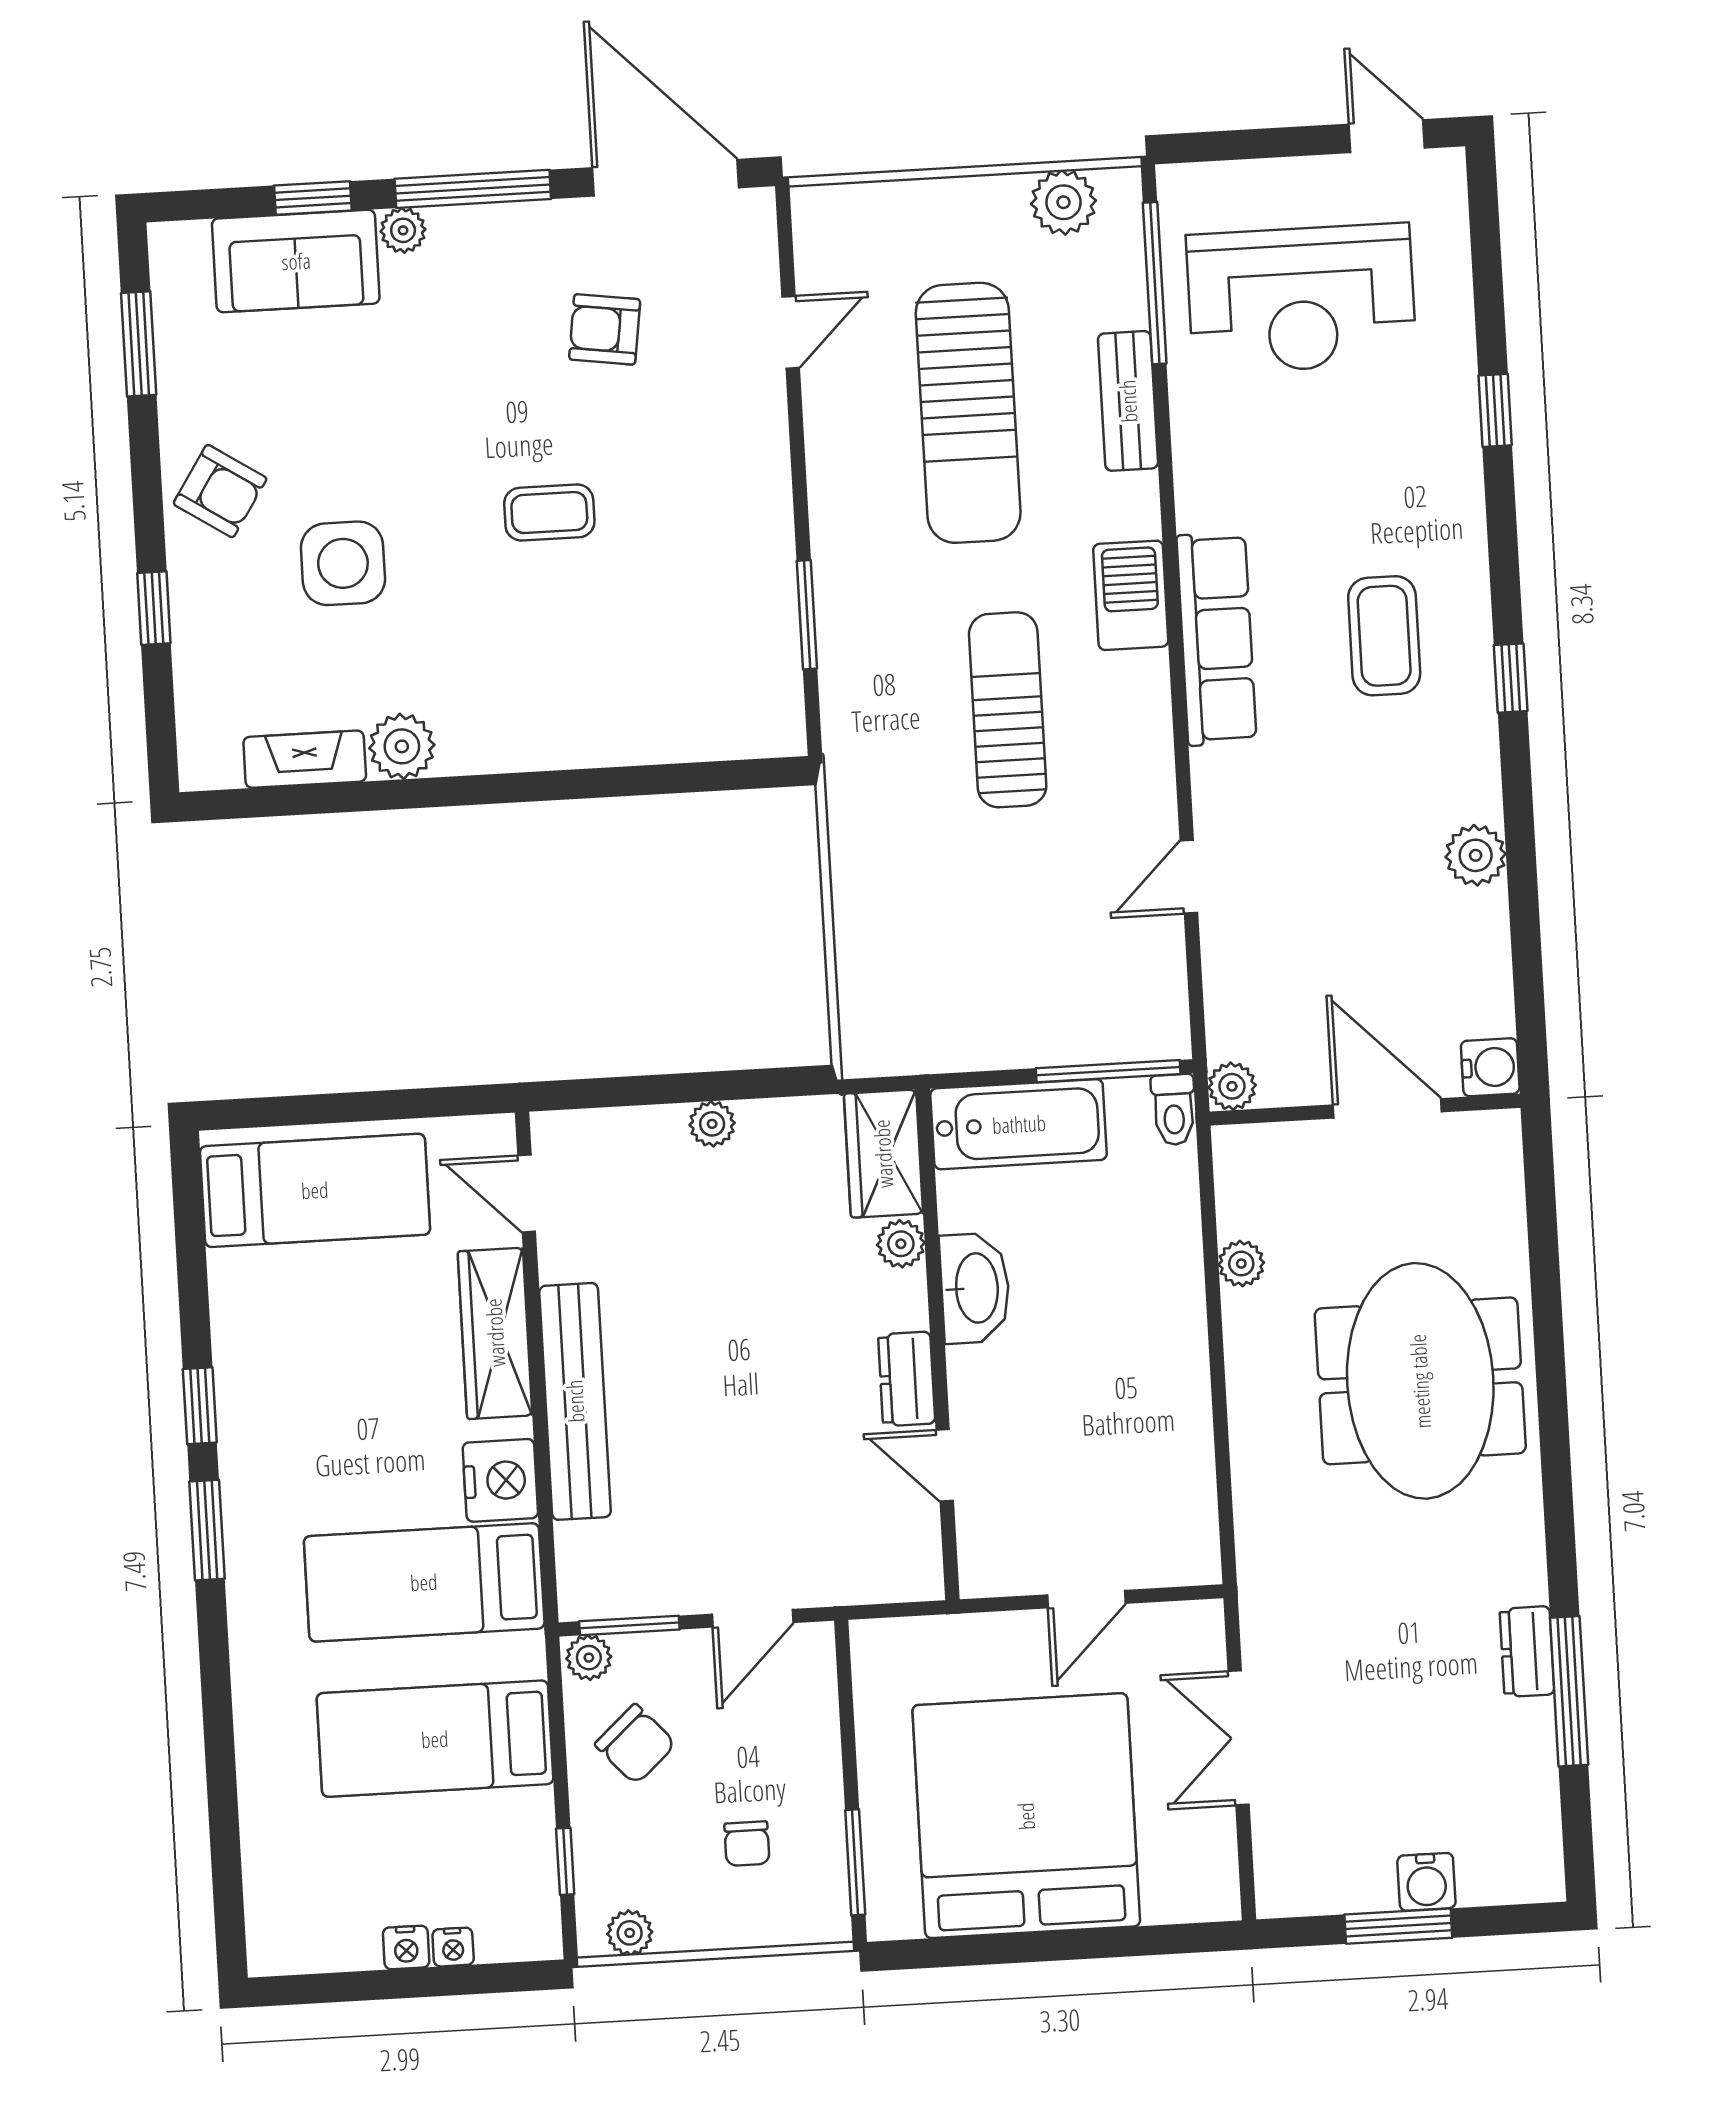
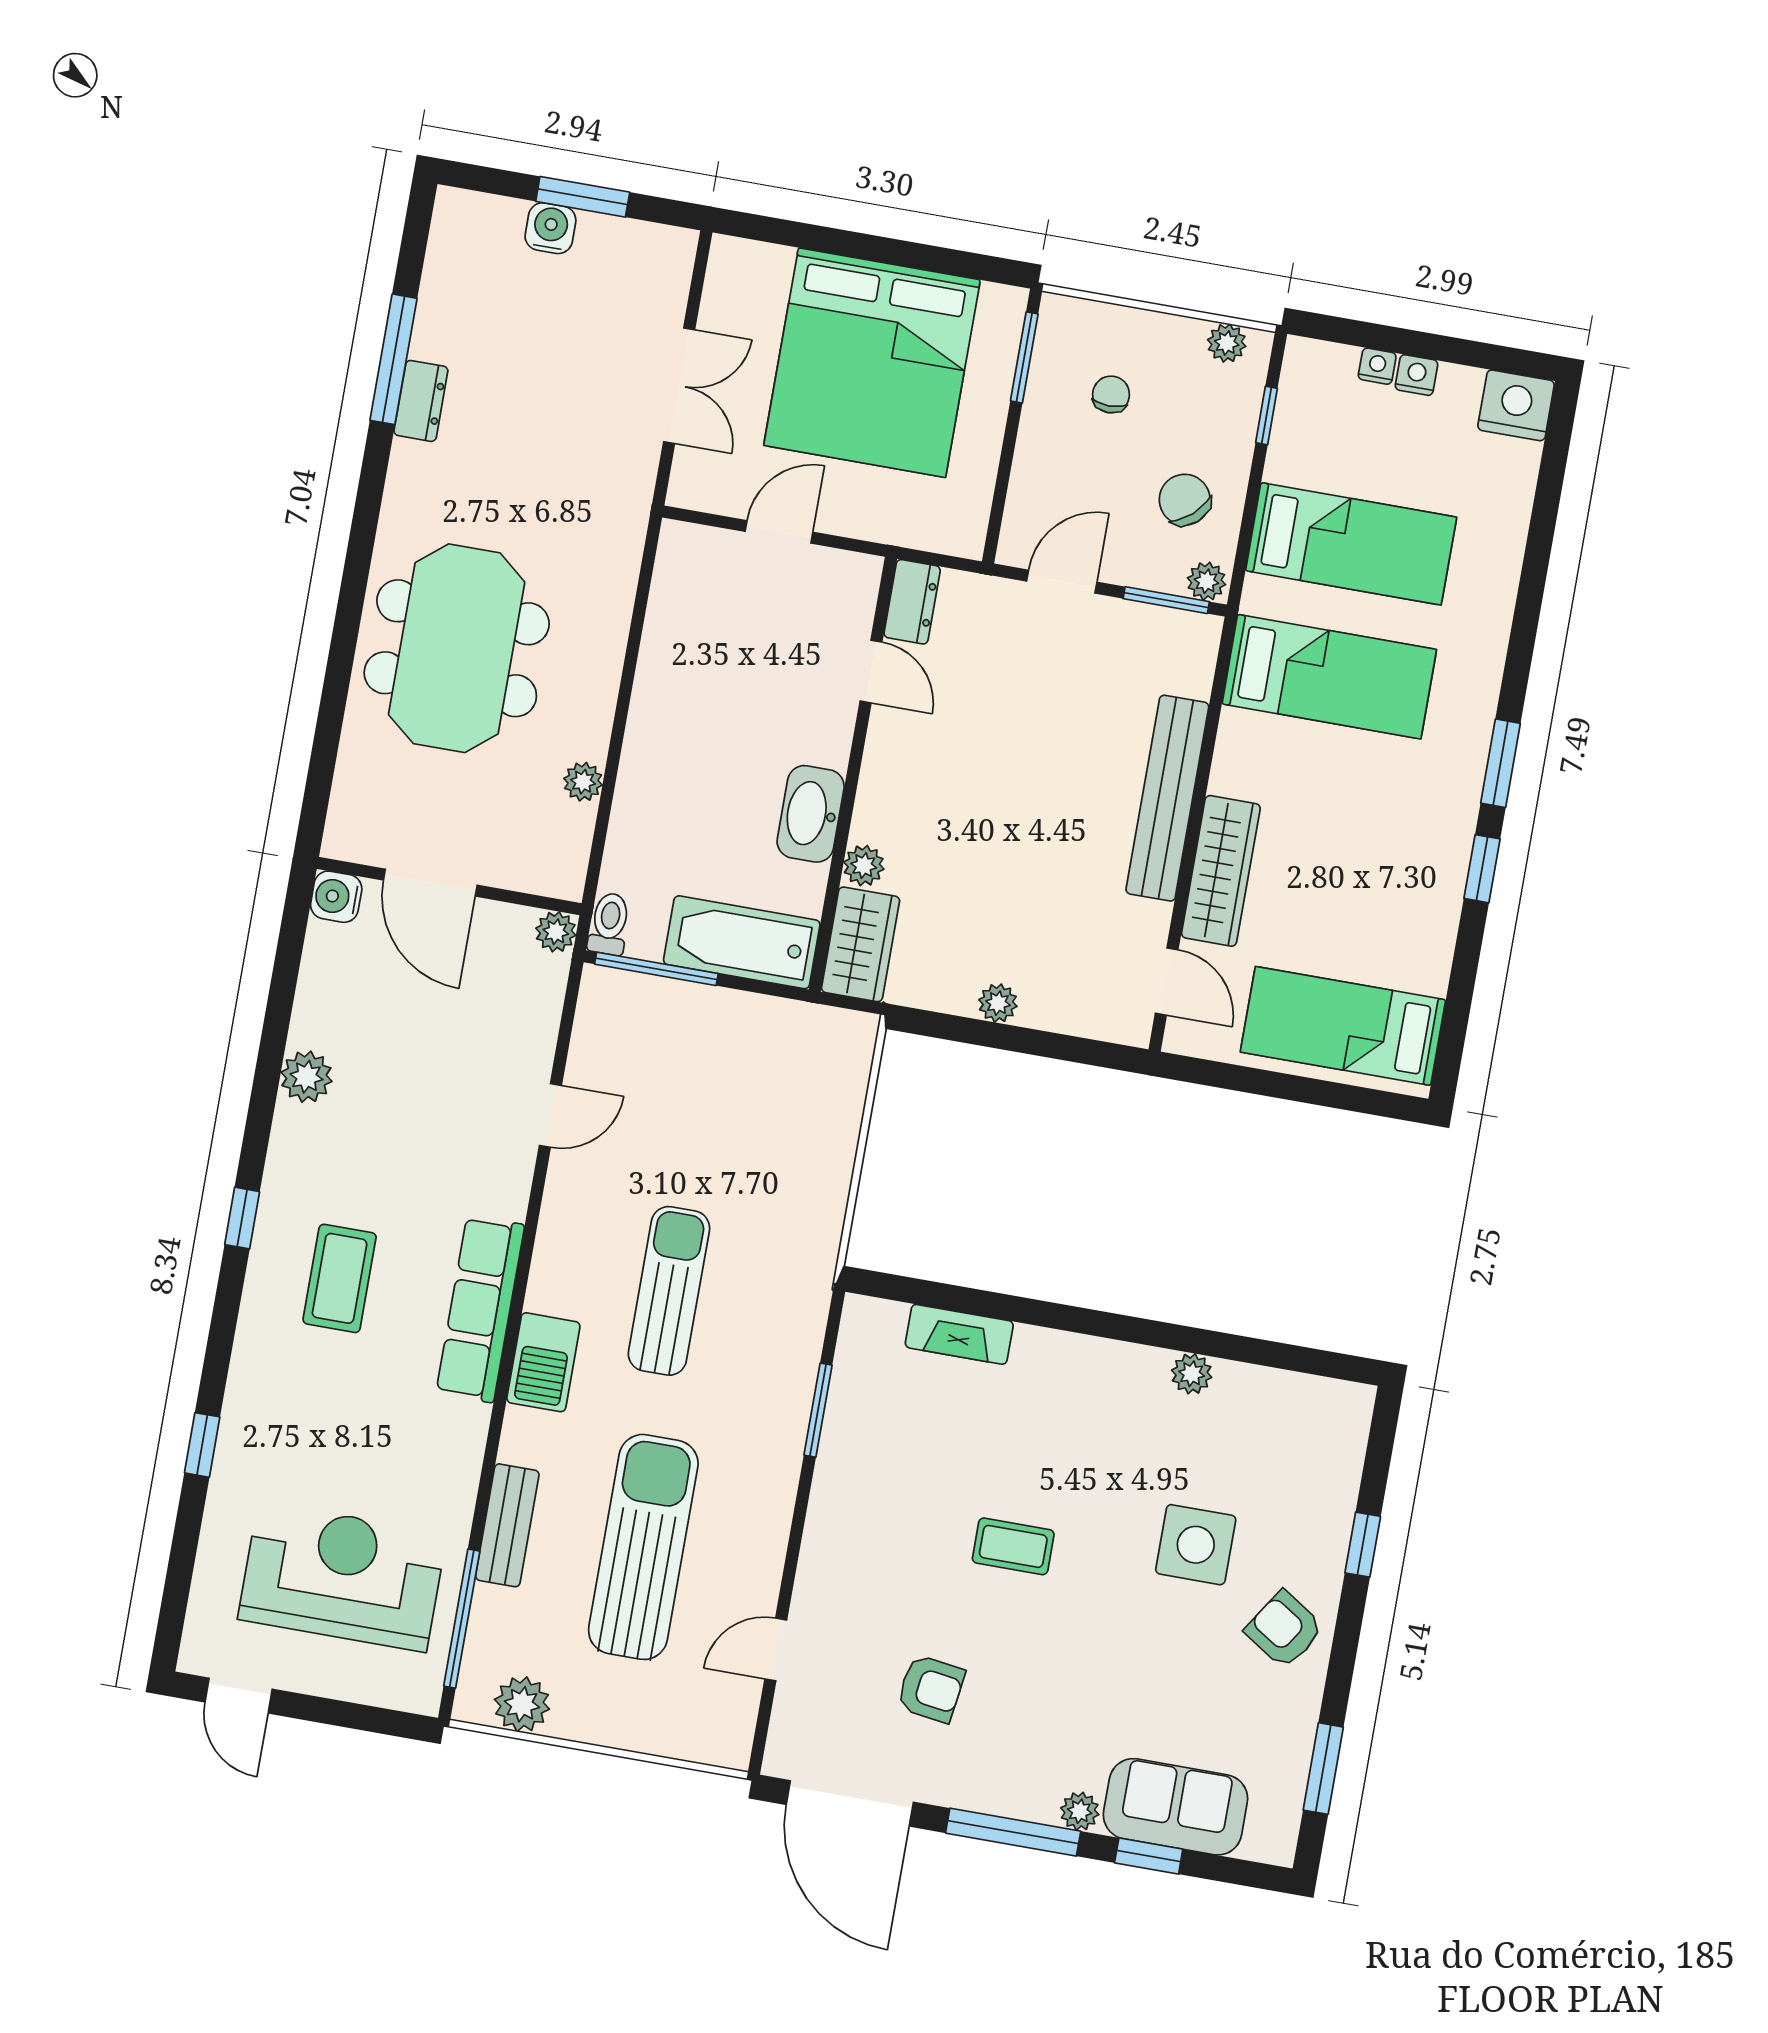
sun lounger: (1008, 710) -> (669, 1291), turned 180
plant: (402, 746) -> (1192, 1374), width x0.73, depth x0.73
fireplace: (305, 759) -> (959, 1334), moved
dresser: (907, 1379) -> (912, 602), moved
nightstand: (500, 1480) -> (1516, 405), moved, turned 90

